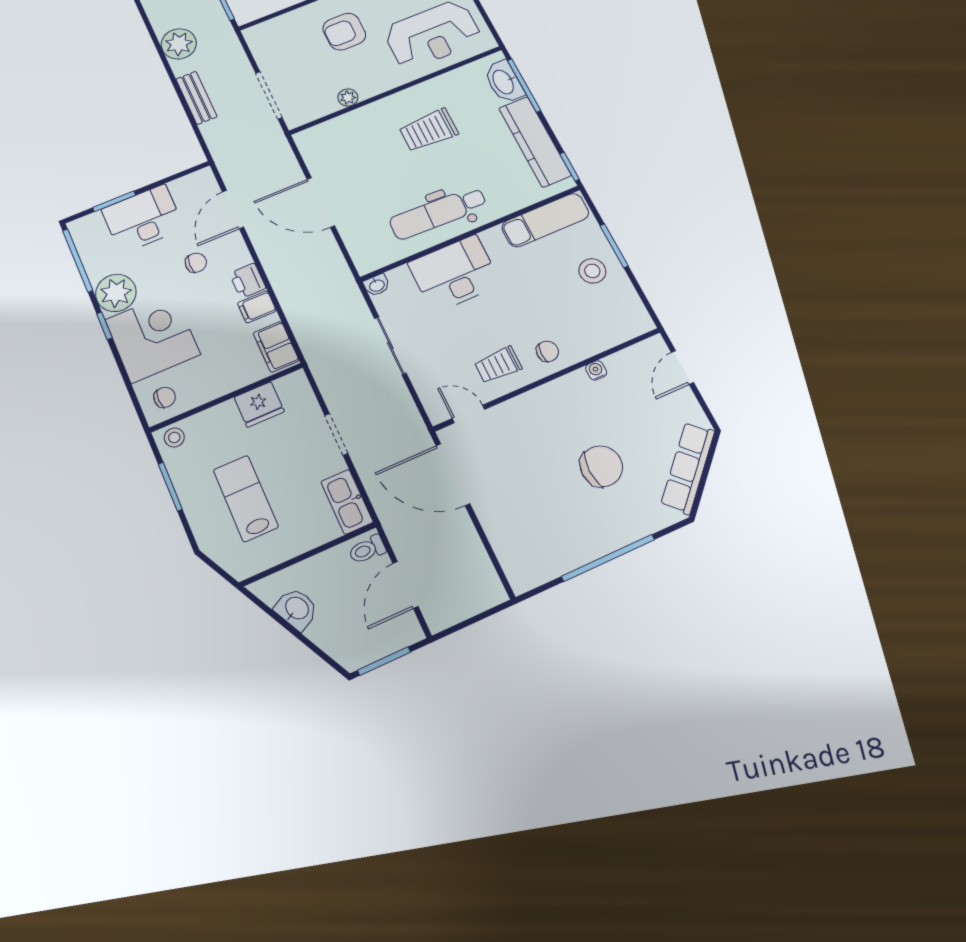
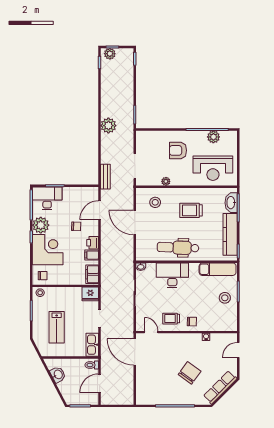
bench: (196, 98) -> (105, 177), moved
stool: (345, 146) -> (155, 202), added
desk: (143, 219) -> (47, 198), moved
fridge: (259, 404) -> (90, 294), moved
chair: (601, 466) -> (190, 373), turned -54
lab bench: (246, 498) -> (57, 327), turned 180

